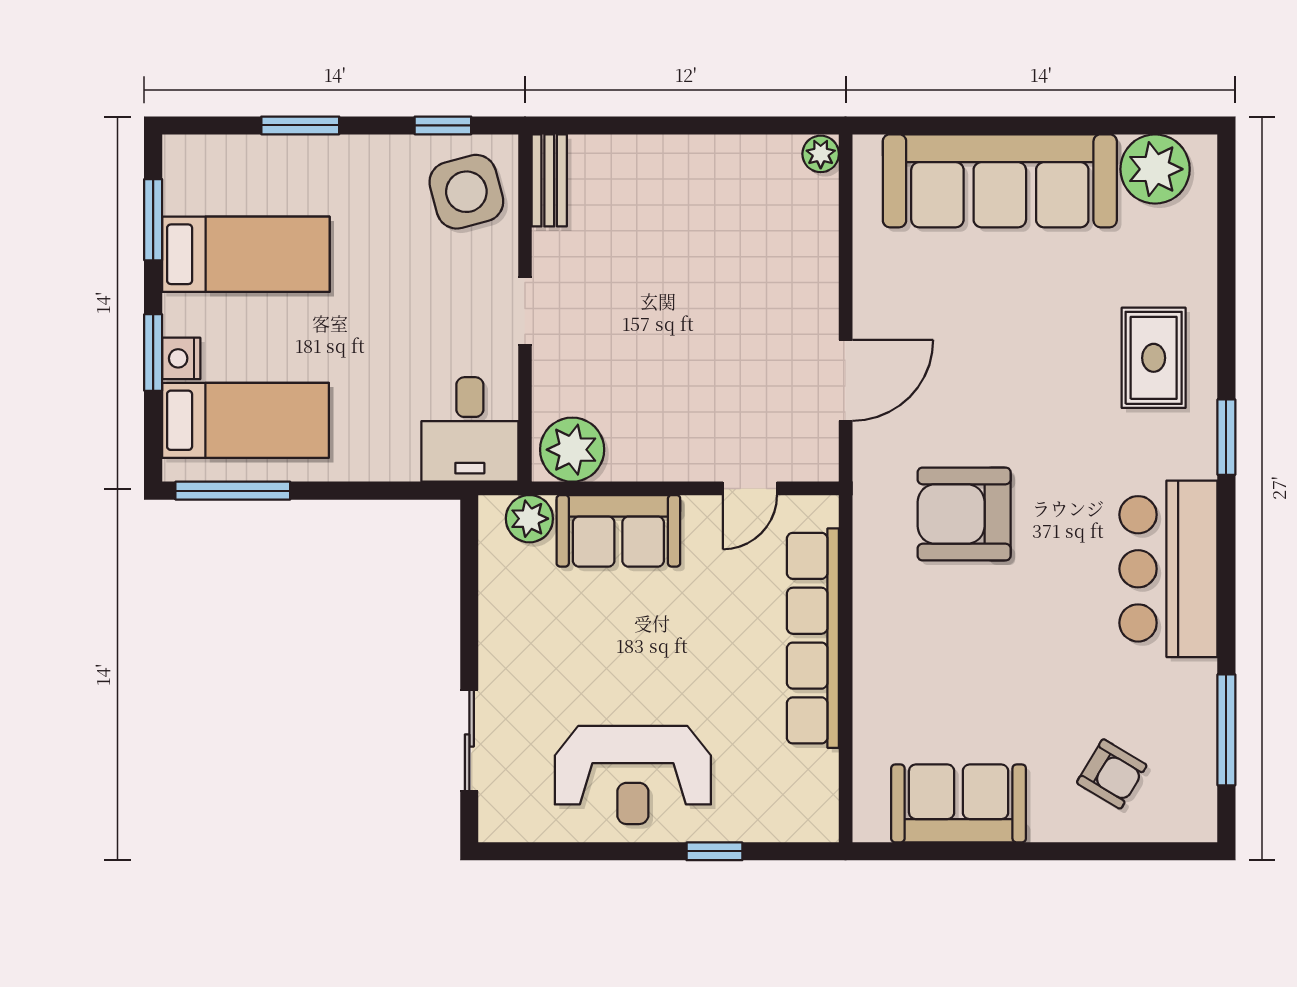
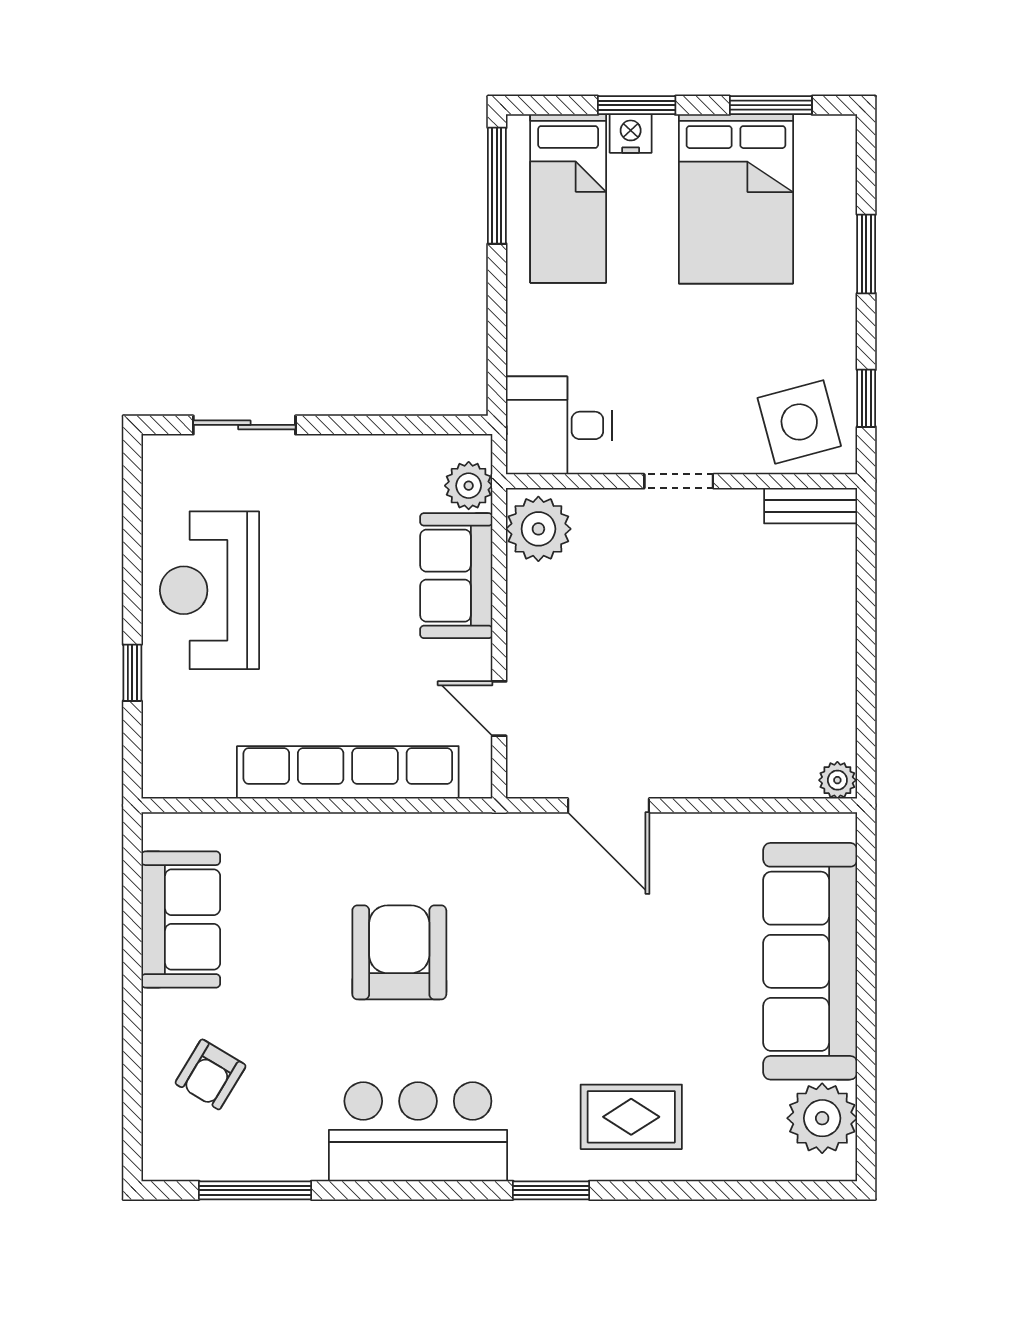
bed: (246, 254) -> (736, 199), width x1.50
armchair: (964, 514) -> (399, 952), moved

